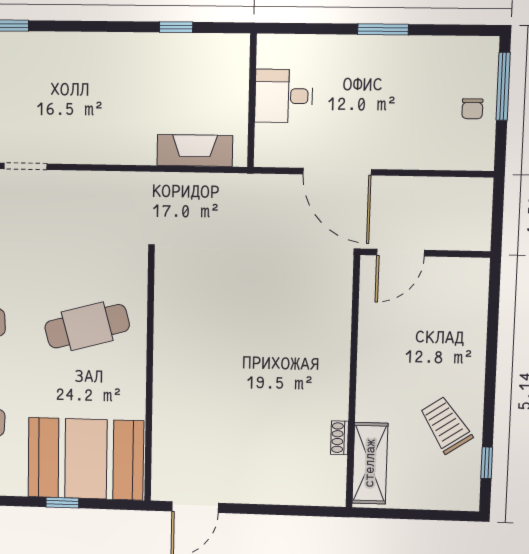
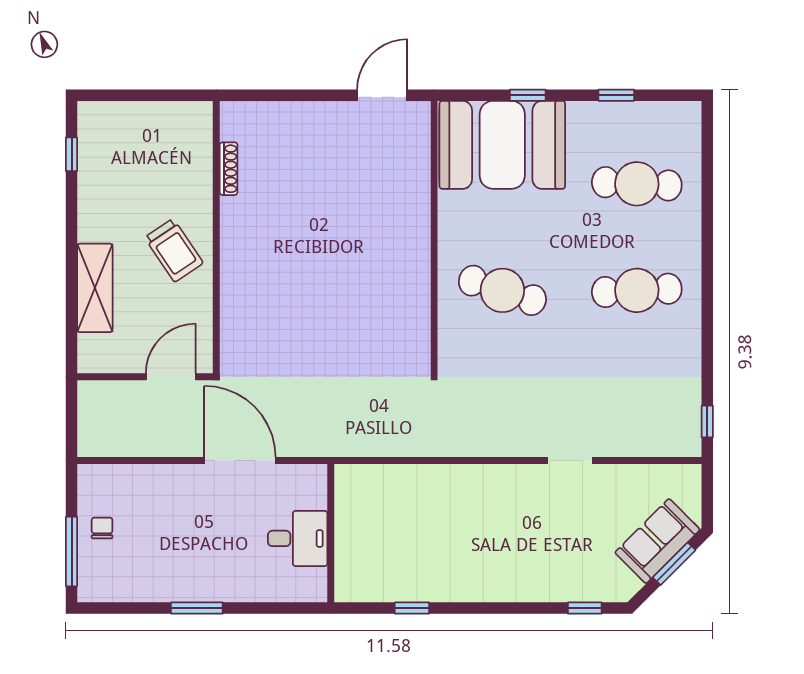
fireplace: (195, 150) -> (390, 480), removed
cafe table: (87, 326) -> (502, 290), turned 33
trolley: (446, 425) -> (174, 250), moved
shoe rack: (339, 438) -> (229, 169), width x1.43
shelving: (370, 463) -> (95, 288), moved

